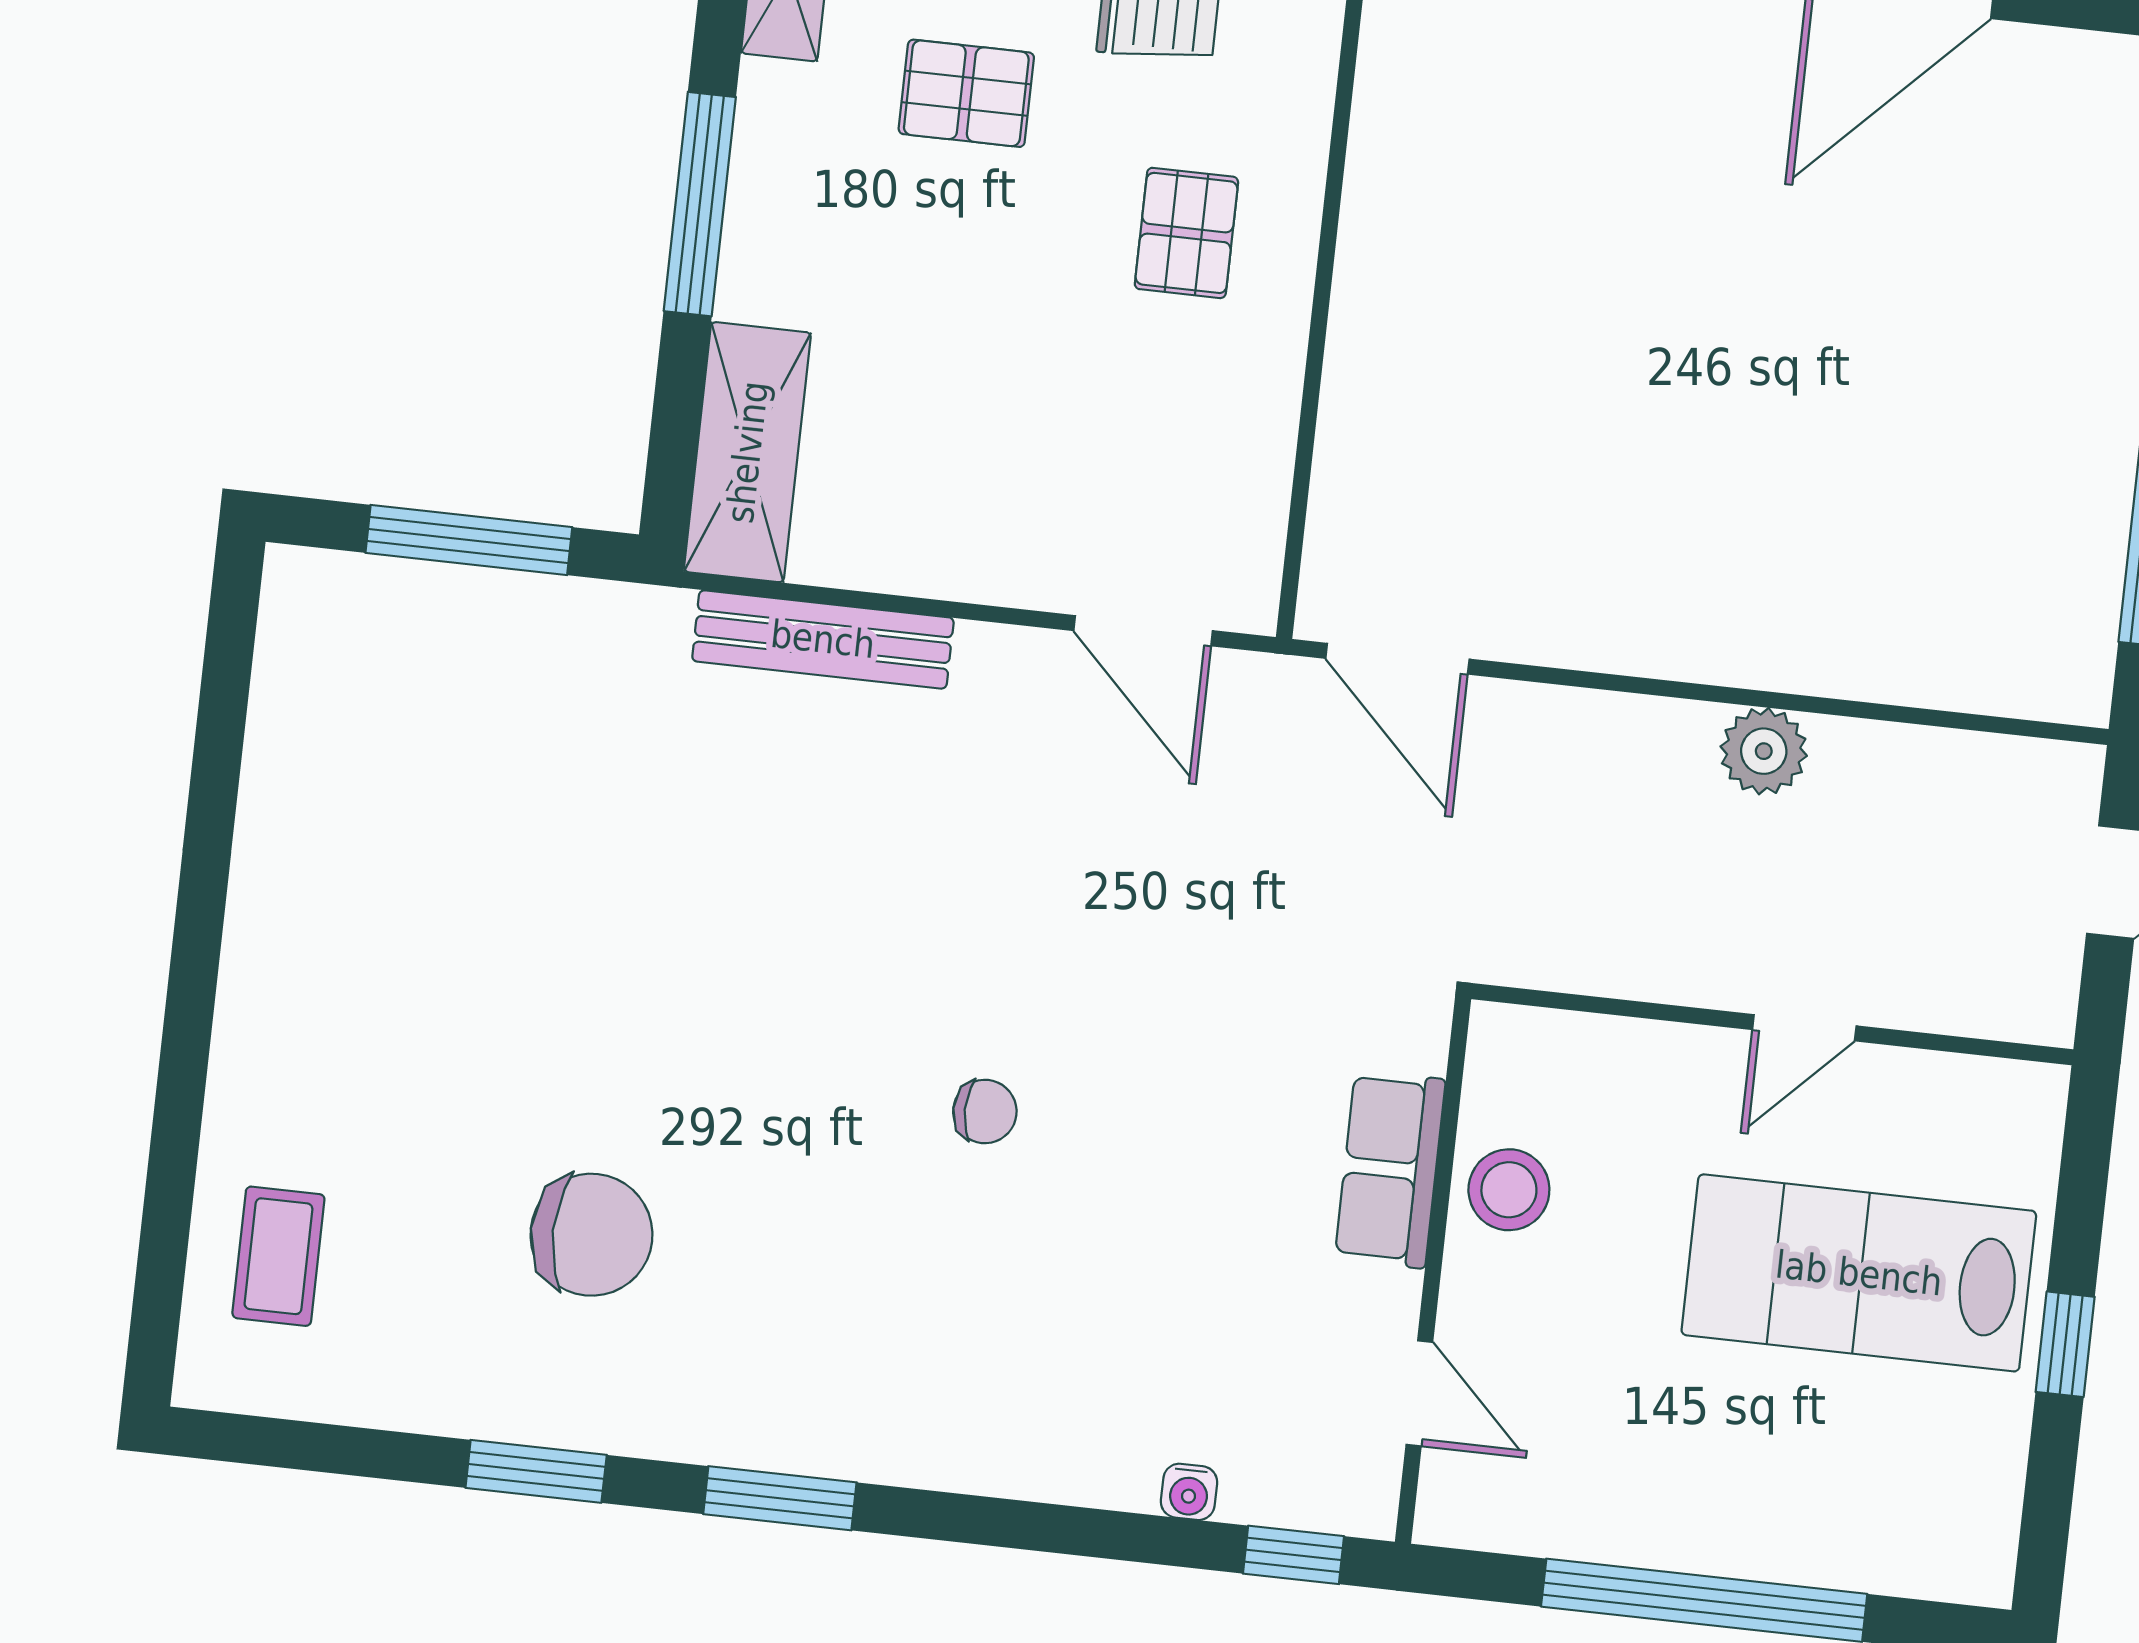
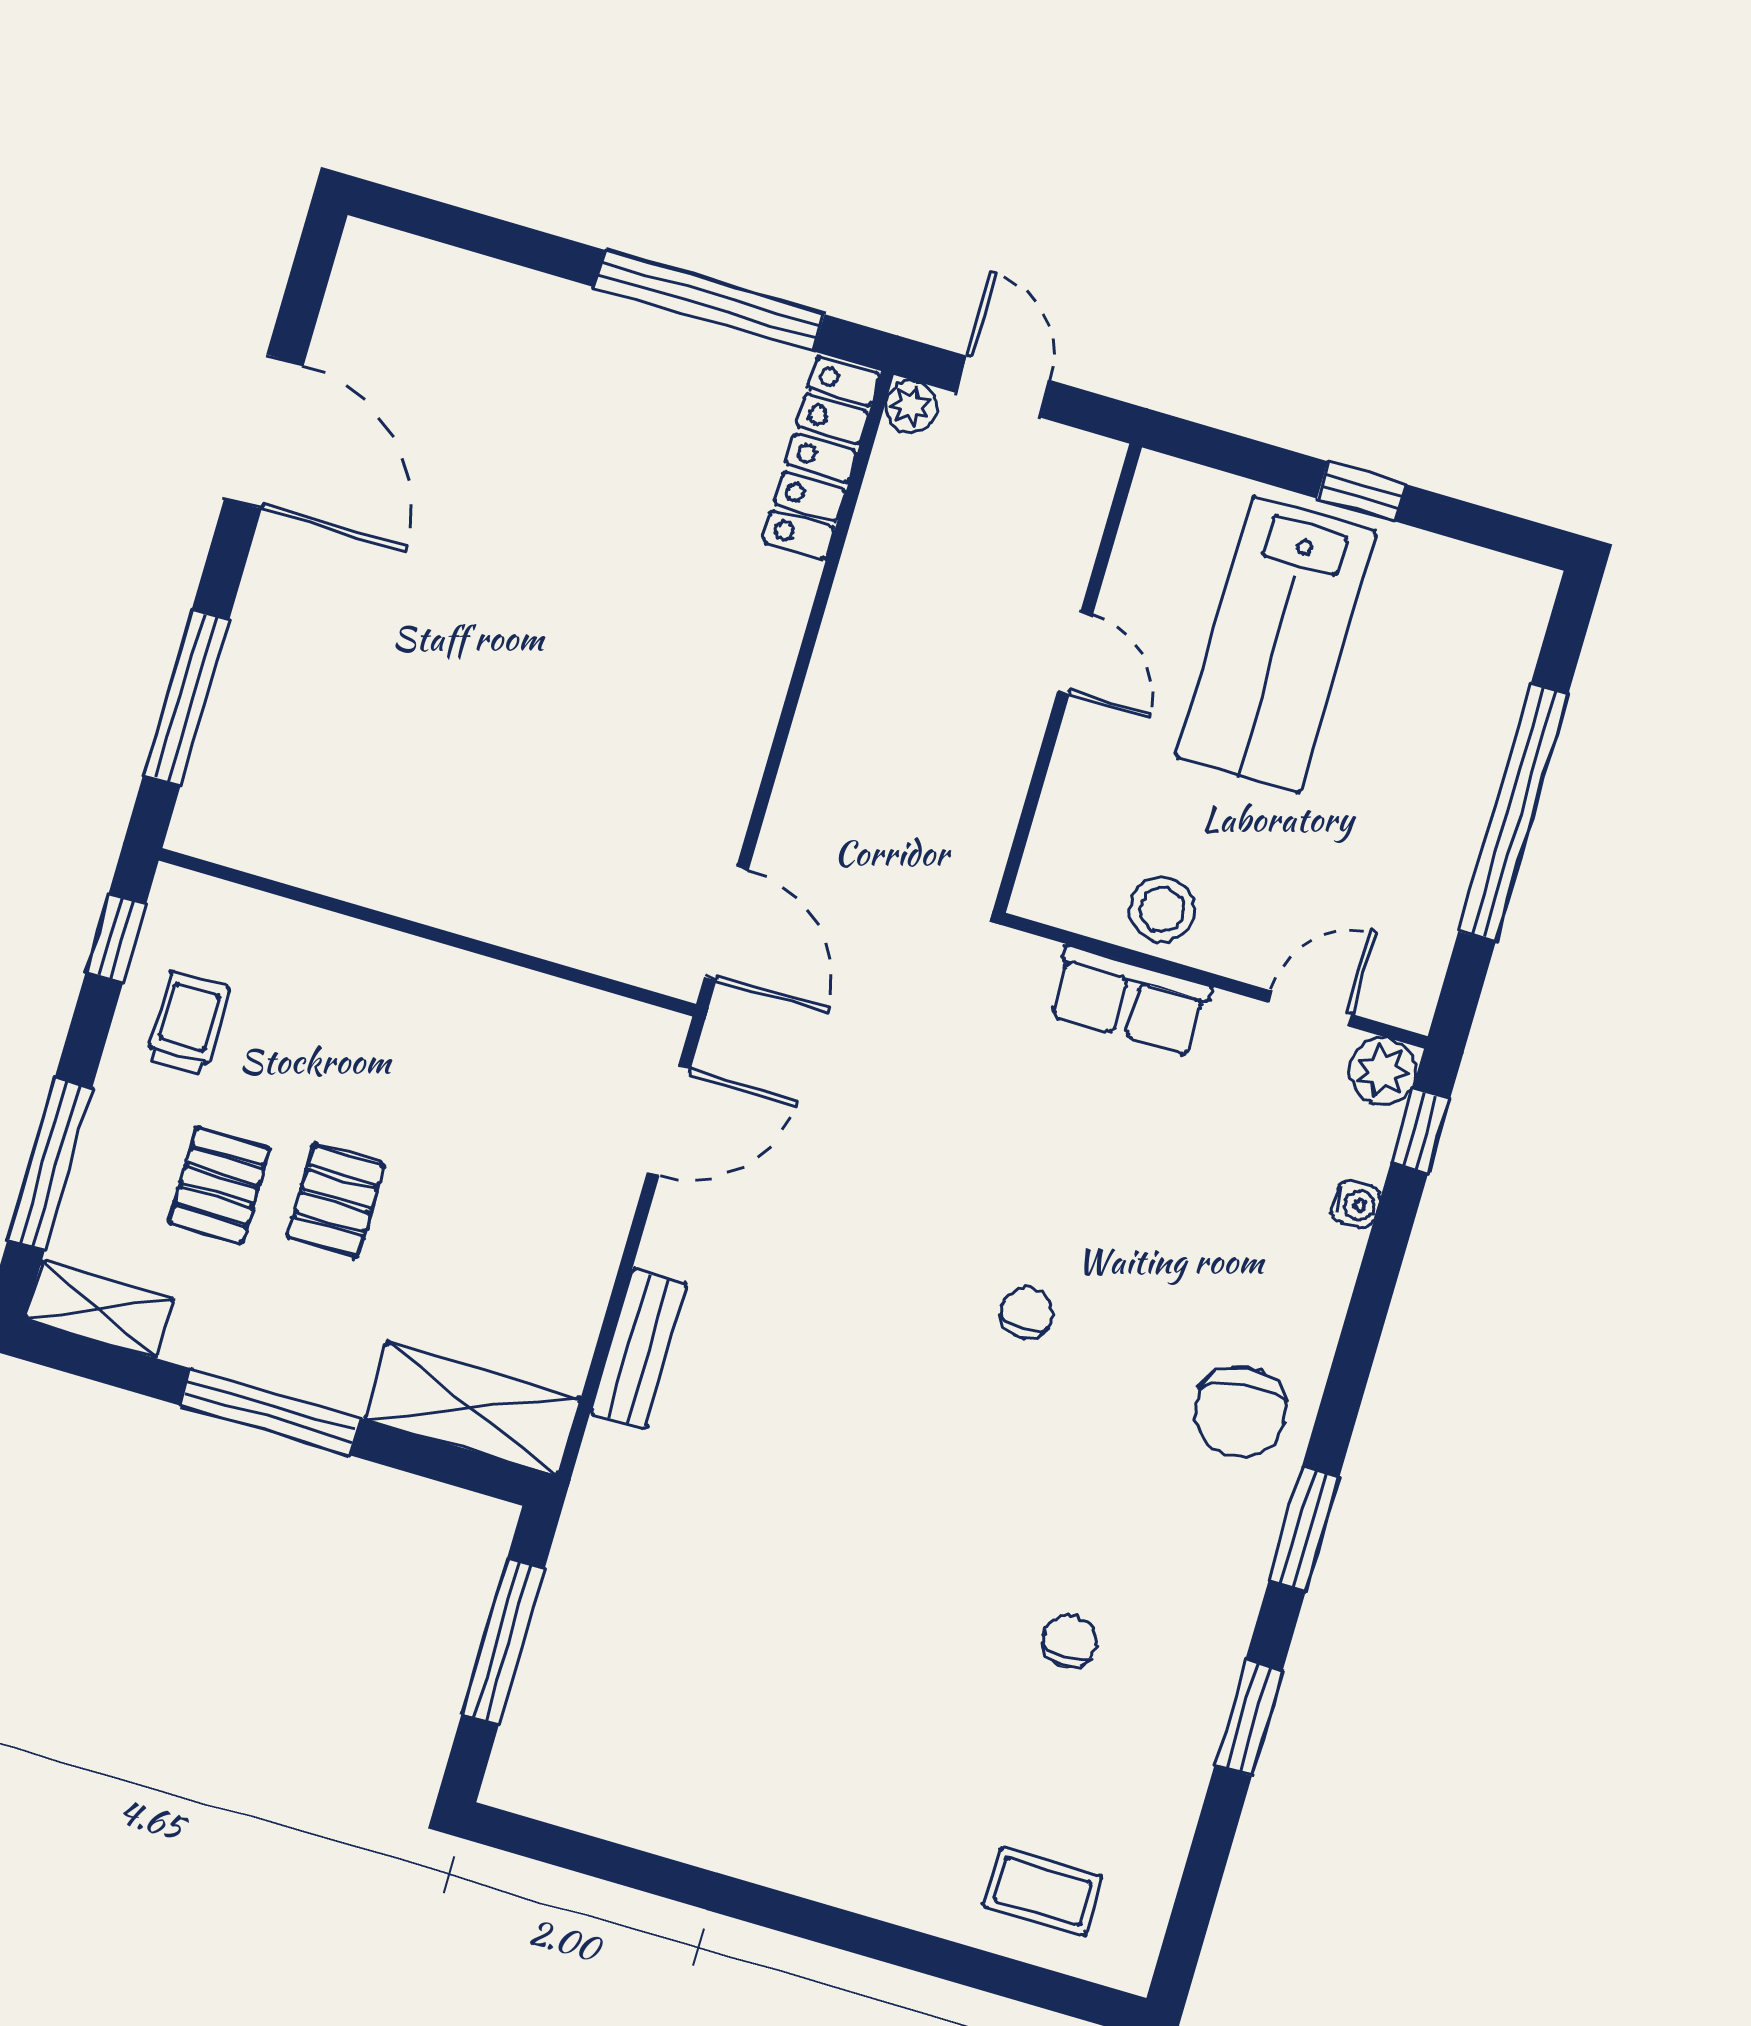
pallet: (1186, 233) -> (336, 1201), moved, turned 90
bench: (823, 639) -> (639, 1349), width x0.73
door: (1397, 659) -> (726, 923), hinge flipped
locker: (1989, 674) -> (821, 458), added
plant: (1764, 751) -> (911, 406), moved, width x0.73, depth x0.73
chair: (591, 1235) -> (1069, 1641), width x0.54, depth x0.54
chair: (909, 1395) -> (1241, 1412), added
plant: (1358, 1496) -> (1383, 1071), added

